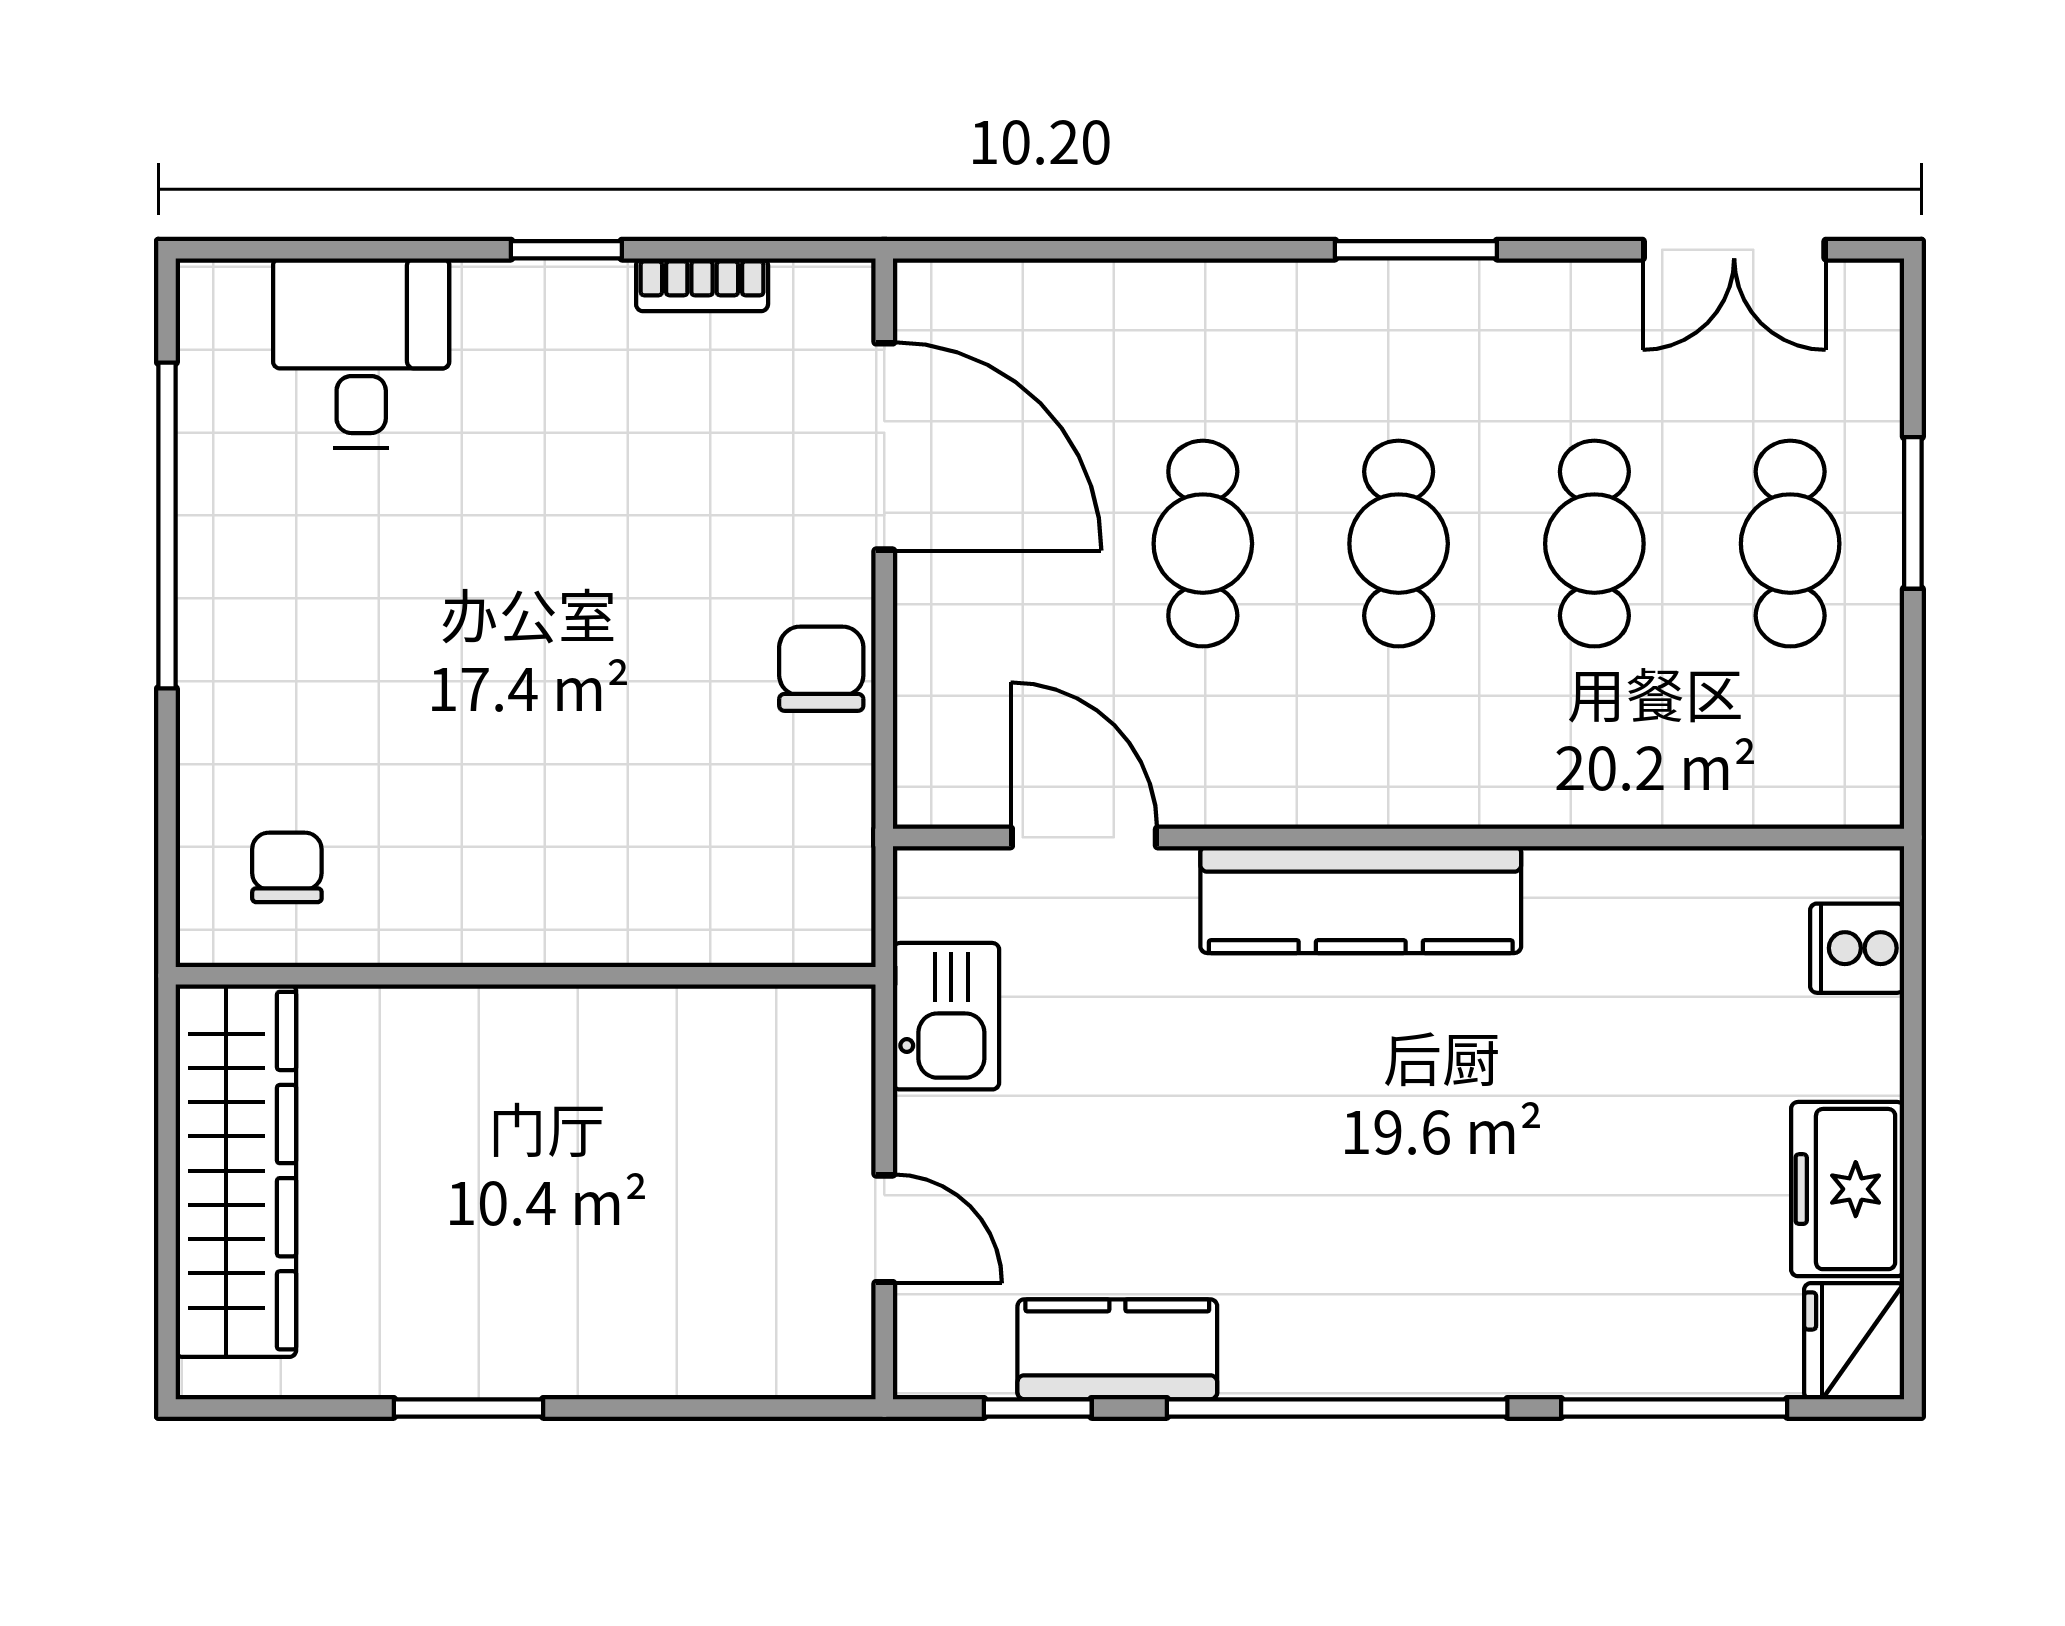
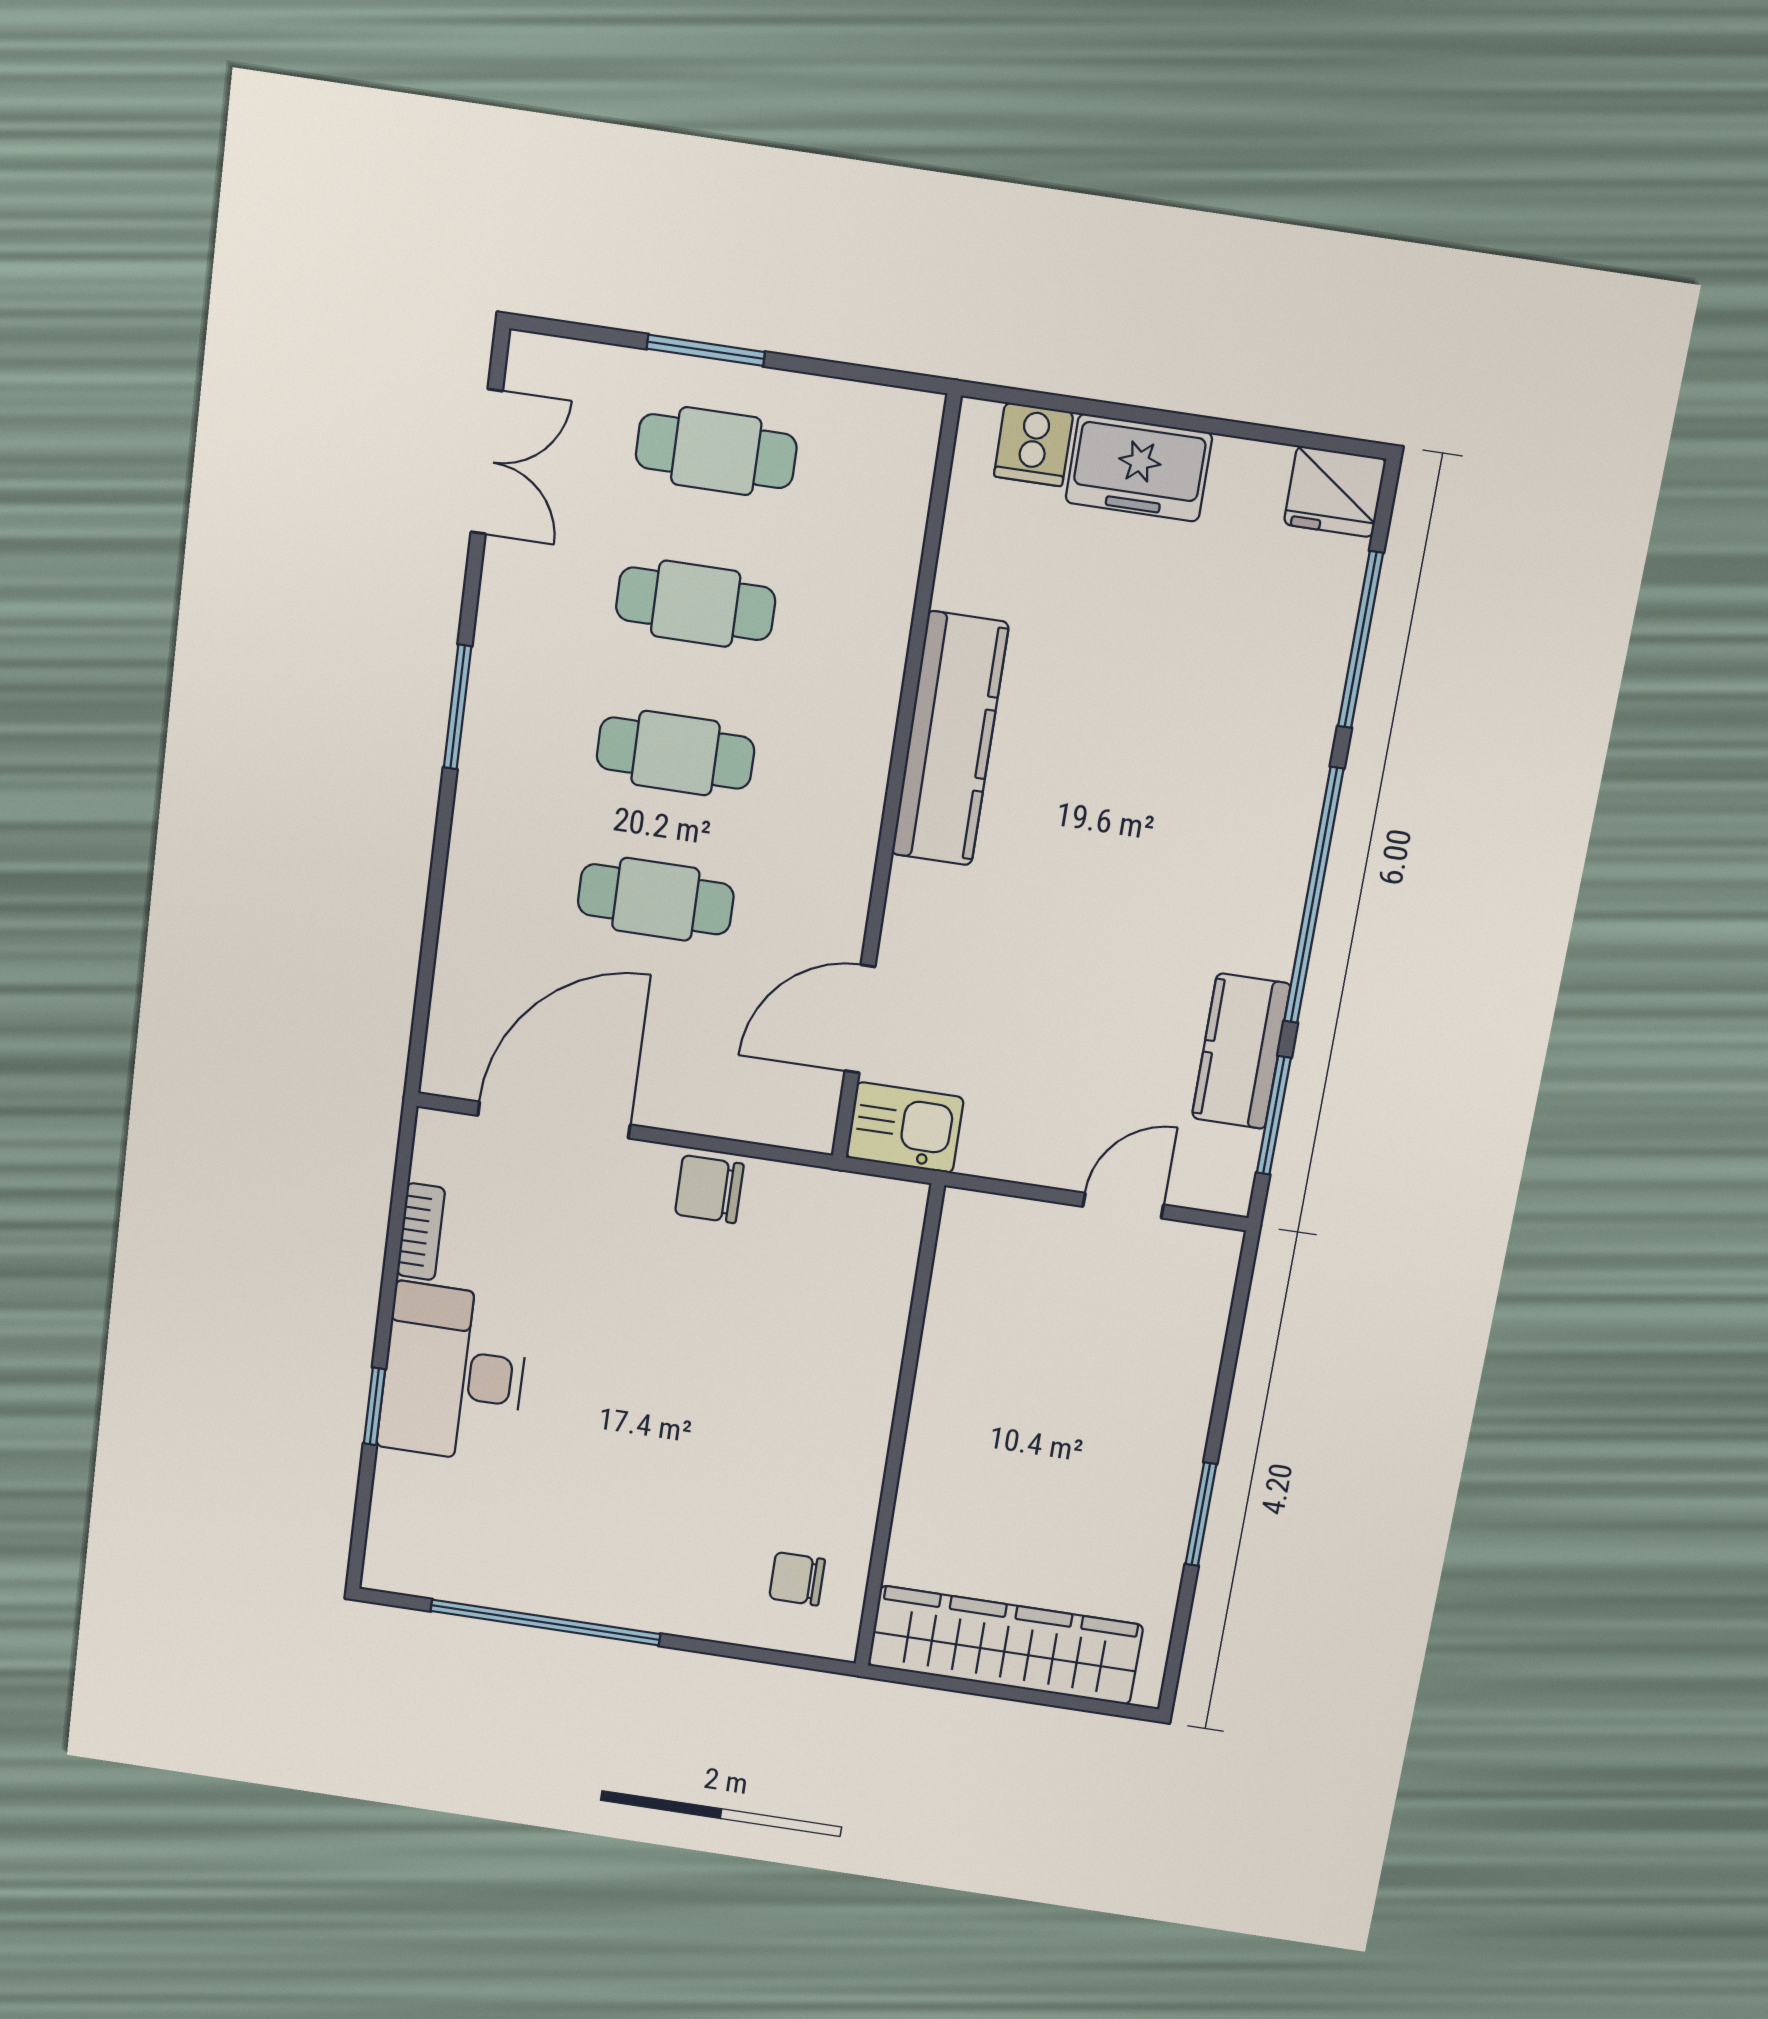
window: (566, 250) -> (374, 1406), moved
desk: (361, 353) -> (453, 1374), moved, width x1.37
kitchen counter: (1361, 900) -> (950, 739), moved
kitchen sink: (946, 1016) -> (905, 1128), moved
freezer: (1848, 1189) -> (1139, 468), moved
window: (1038, 1408) -> (1274, 1115), width x1.50

